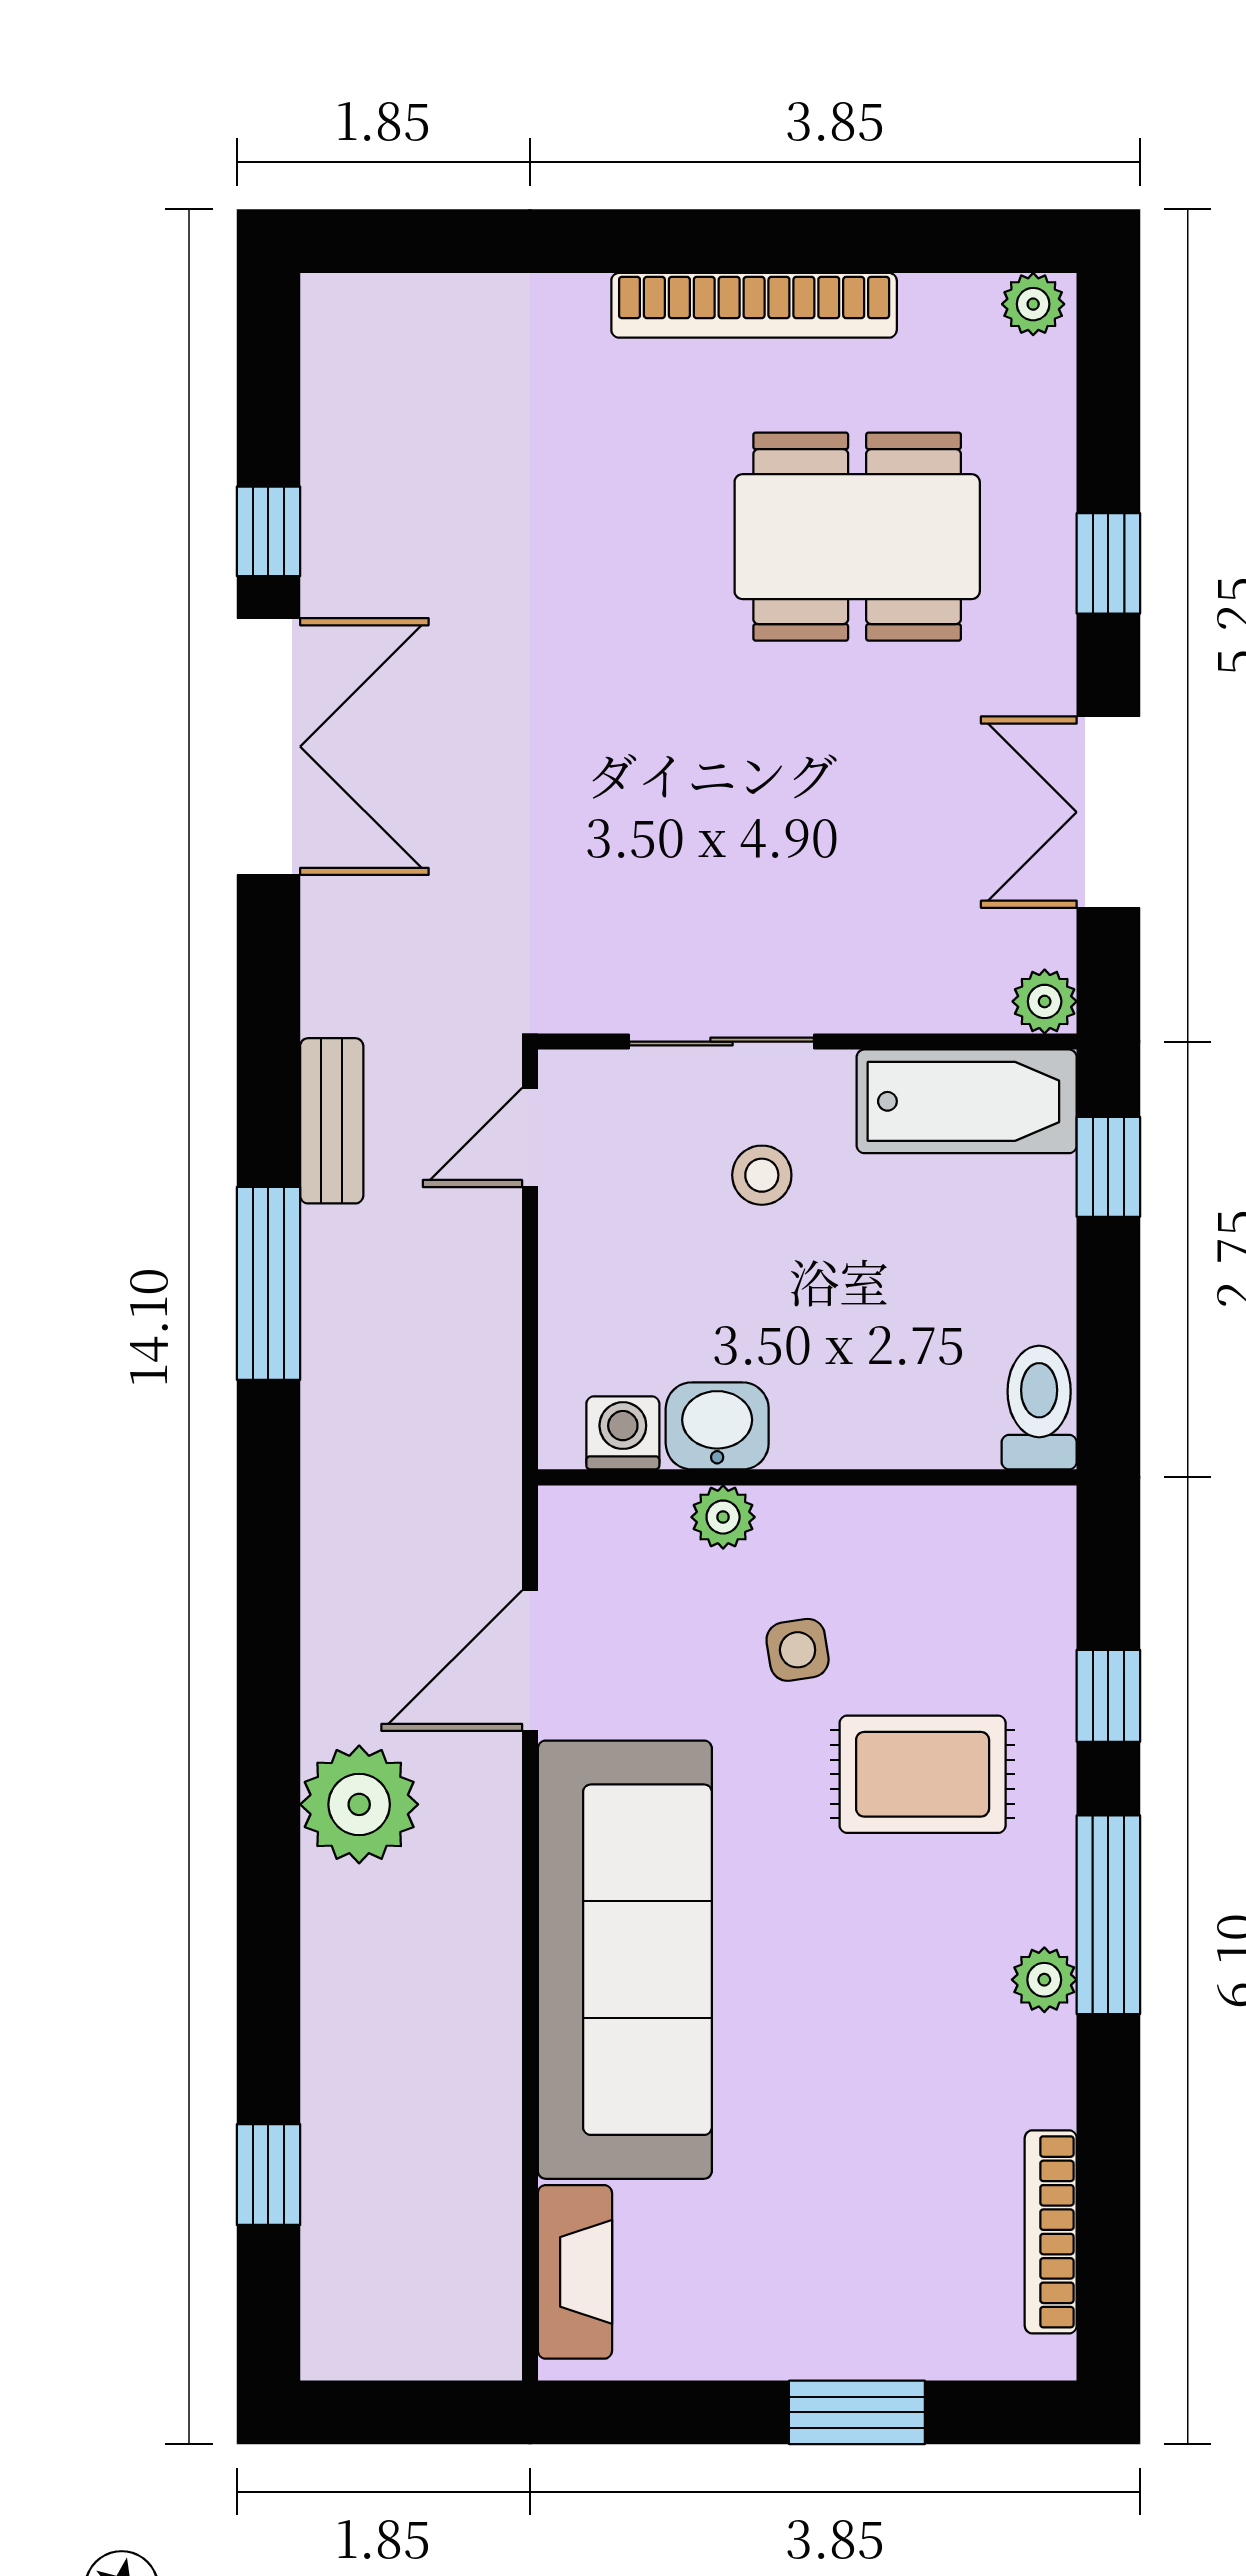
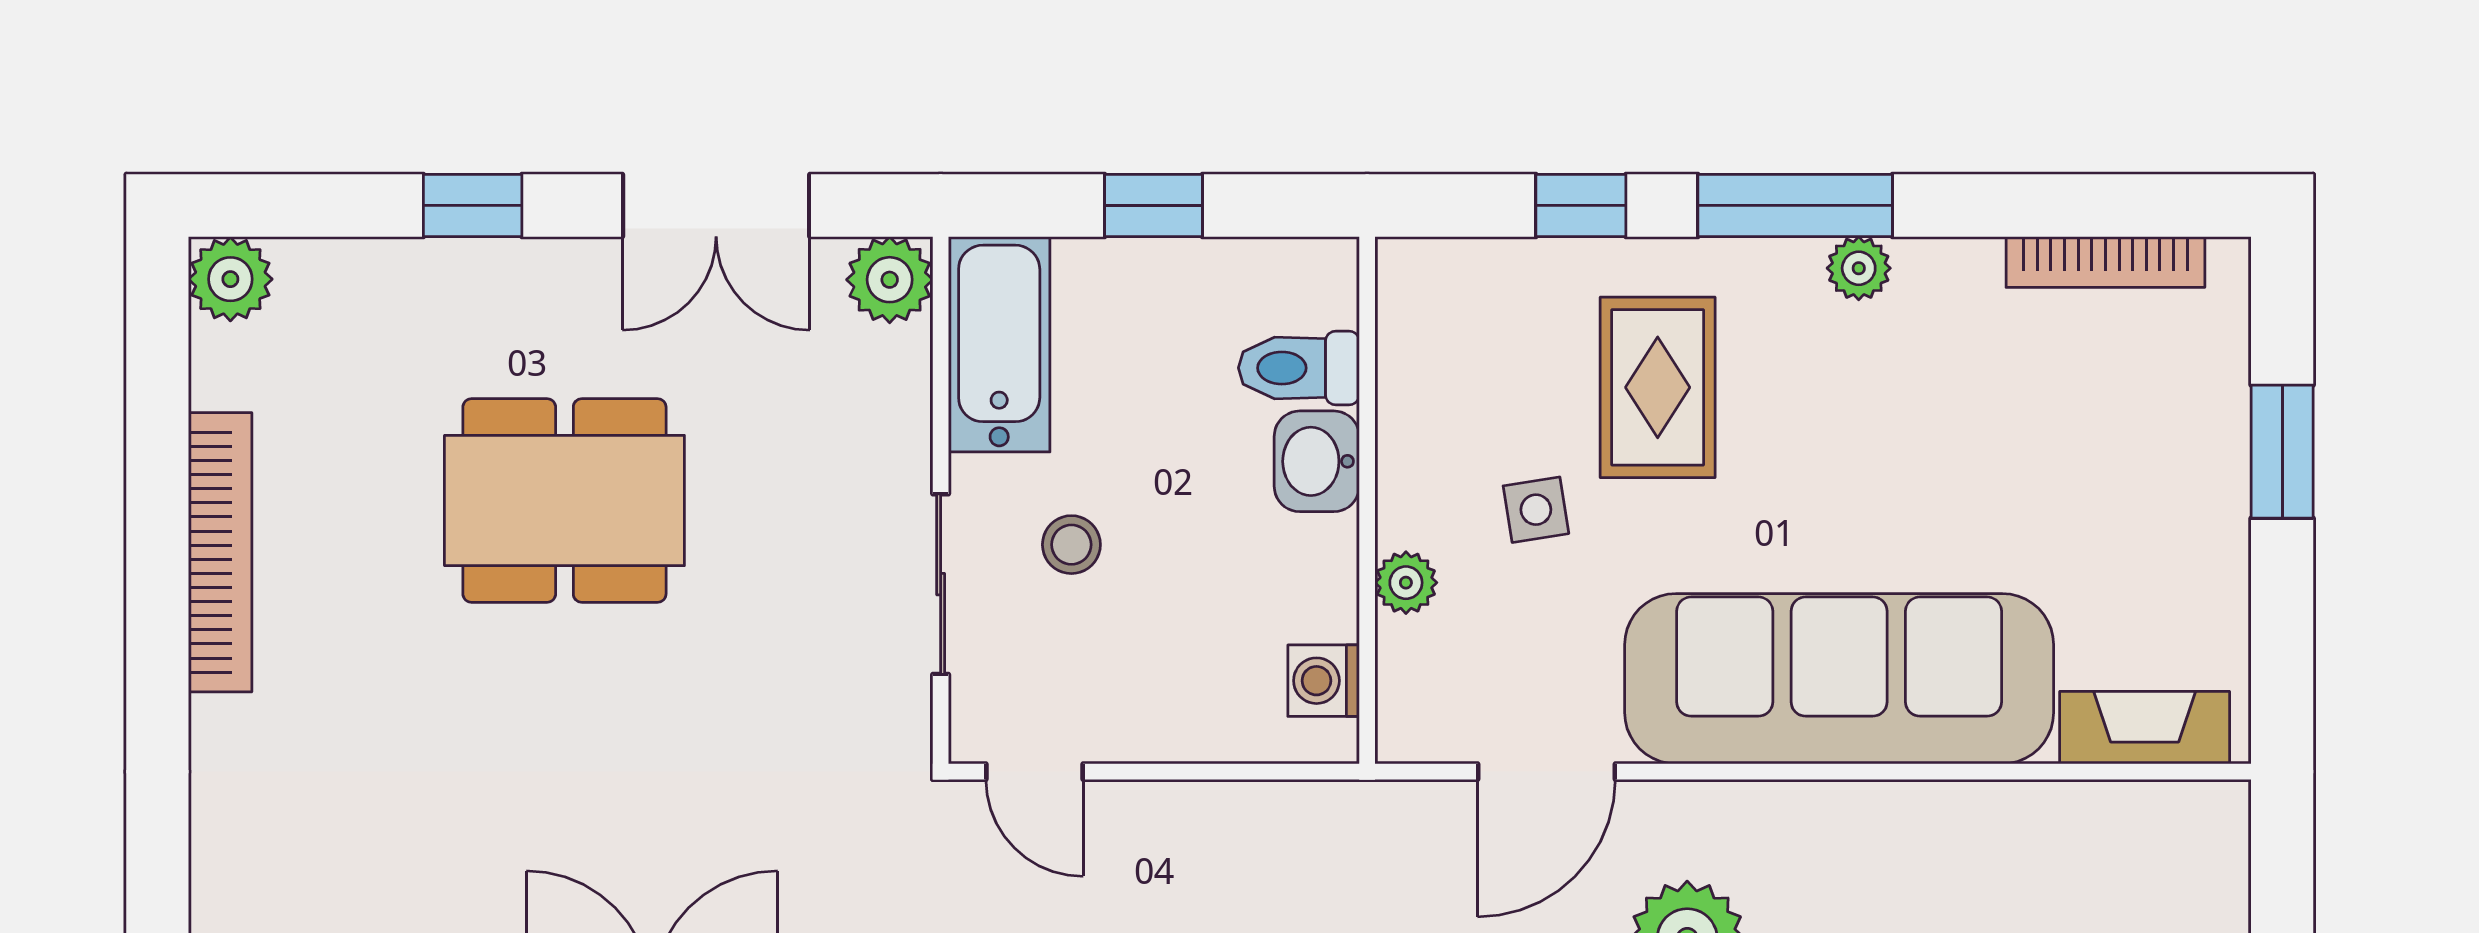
plant: (1033, 304) -> (230, 279), width x1.38, depth x1.38
dining table: (857, 537) -> (564, 500), moved, turned 90
plant: (1045, 1001) -> (890, 280), width x1.38, depth x1.38
window: (1108, 1167) -> (1154, 205), moved
toilet: (1039, 1408) -> (1299, 368), moved
washbasin: (717, 1426) -> (1317, 461), moved
door: (530, 1661) -> (1546, 772), hinge flipped

